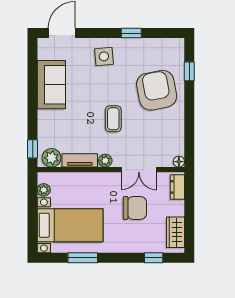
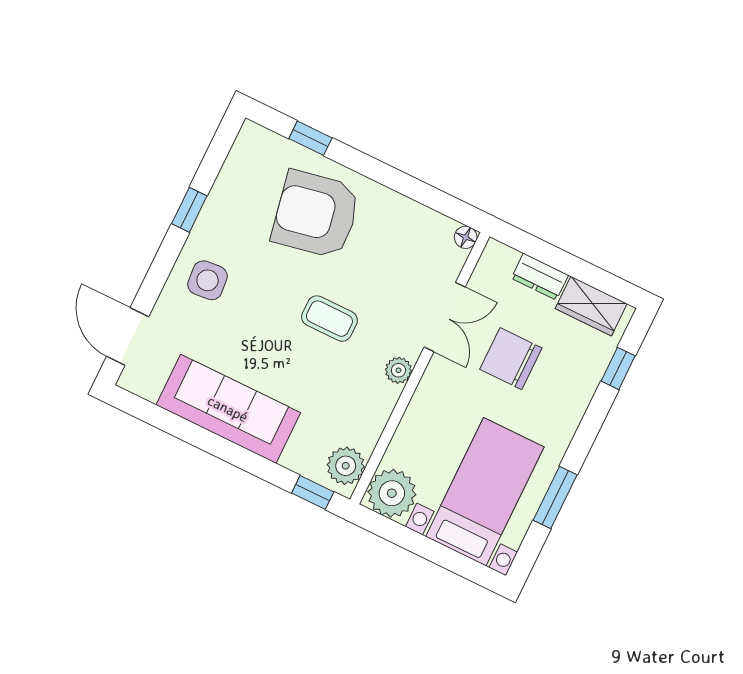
sofa: (51, 85) -> (228, 409), width x1.36
tv unit: (80, 160) -> (376, 417), removed
dresser: (177, 187) -> (540, 277), moved
plant: (44, 190) -> (392, 493), width x1.88, depth x1.88
chair: (135, 208) -> (511, 359), turned -90

